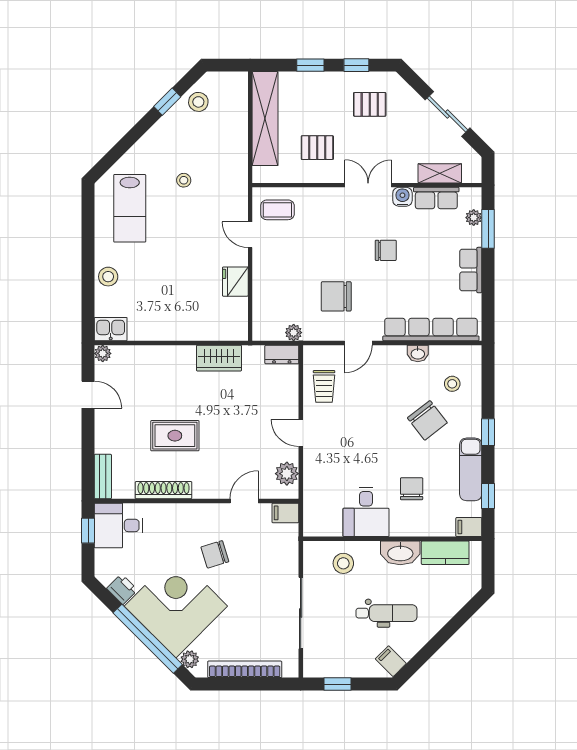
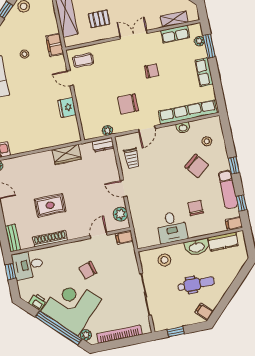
filing cabinet: (236, 175) -> (55, 45), added
water cooler: (402, 197) -> (155, 37), removed

